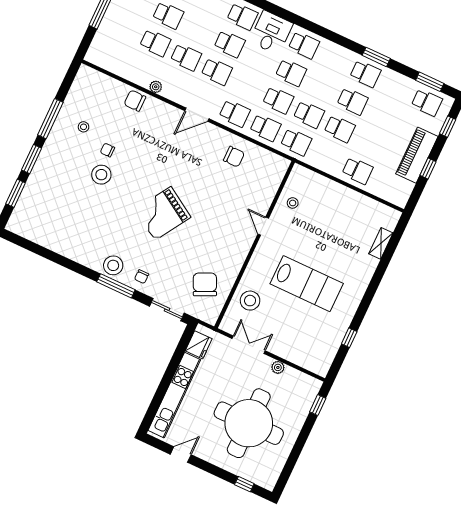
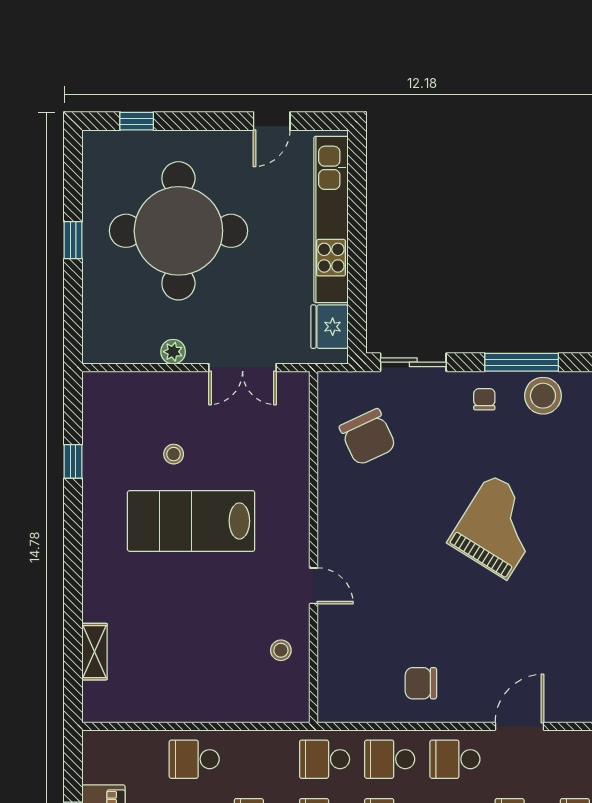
stool: (250, 301) -> (174, 454), moved, width x0.53, depth x0.53
window: (318, 405) -> (73, 240), moved

